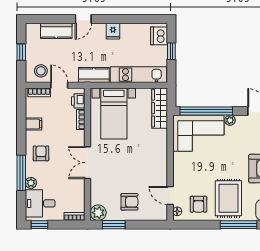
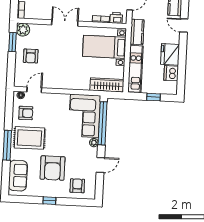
fridge: (113, 31) -> (170, 54), width x1.88, depth x1.34
dishwasher: (159, 36) -> (171, 73), moved, turned -90
armchair: (199, 204) -> (26, 113), turned 180

